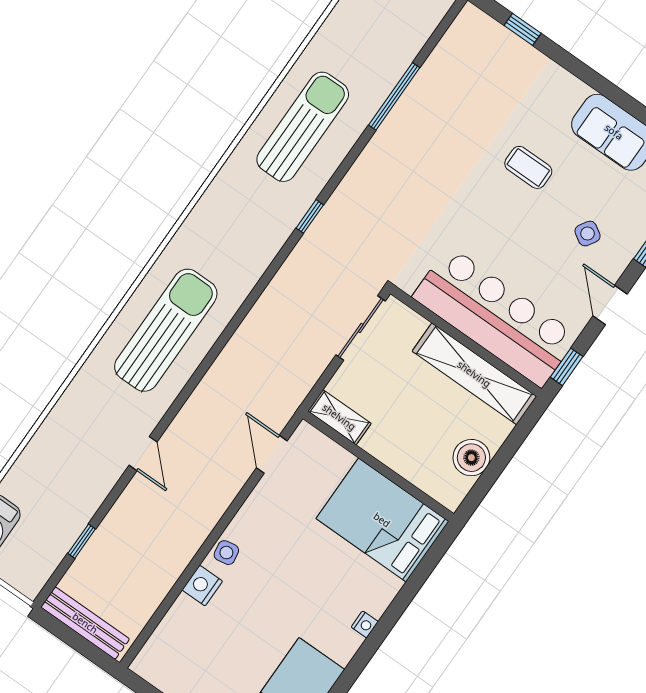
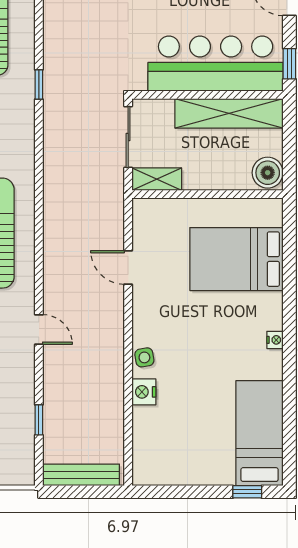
shelving: (339, 417) -> (157, 179), moved
wall: (378, 466) -> (207, 194), moved

